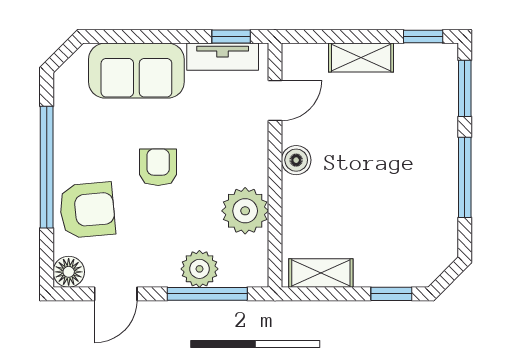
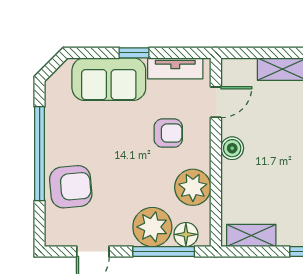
window: (231, 37) -> (134, 53), moved
armchair: (158, 167) -> (168, 133), moved, turned 90
plant: (199, 269) -> (152, 227), width x1.36, depth x1.36
floor lamp: (69, 272) -> (186, 234), moved

